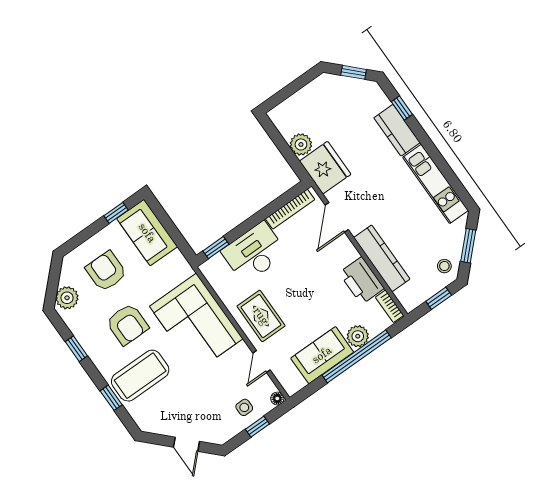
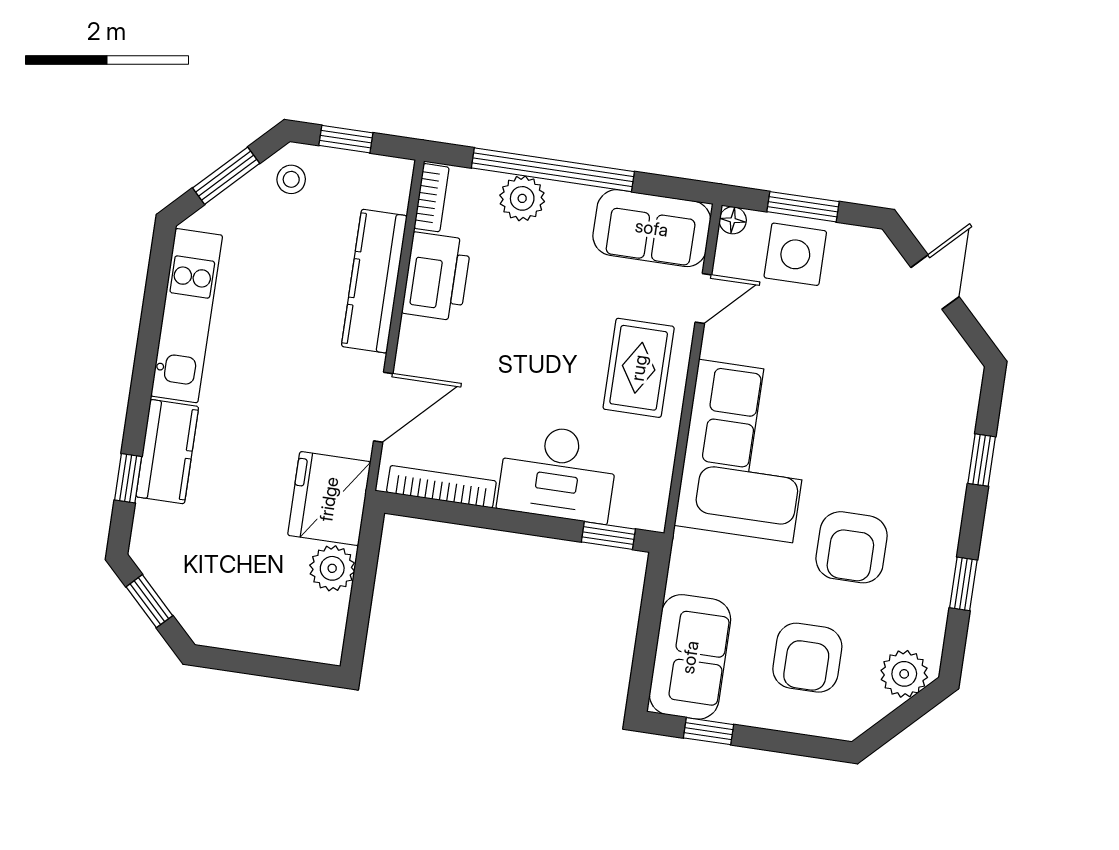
armchair: (127, 324) -> (852, 547), turned 180
sofa: (322, 355) -> (652, 228), moved
coffee table: (140, 376) -> (906, 452), removed
side table: (244, 407) -> (795, 254), width x1.87, depth x1.87
window: (257, 427) -> (803, 207), width x1.50

